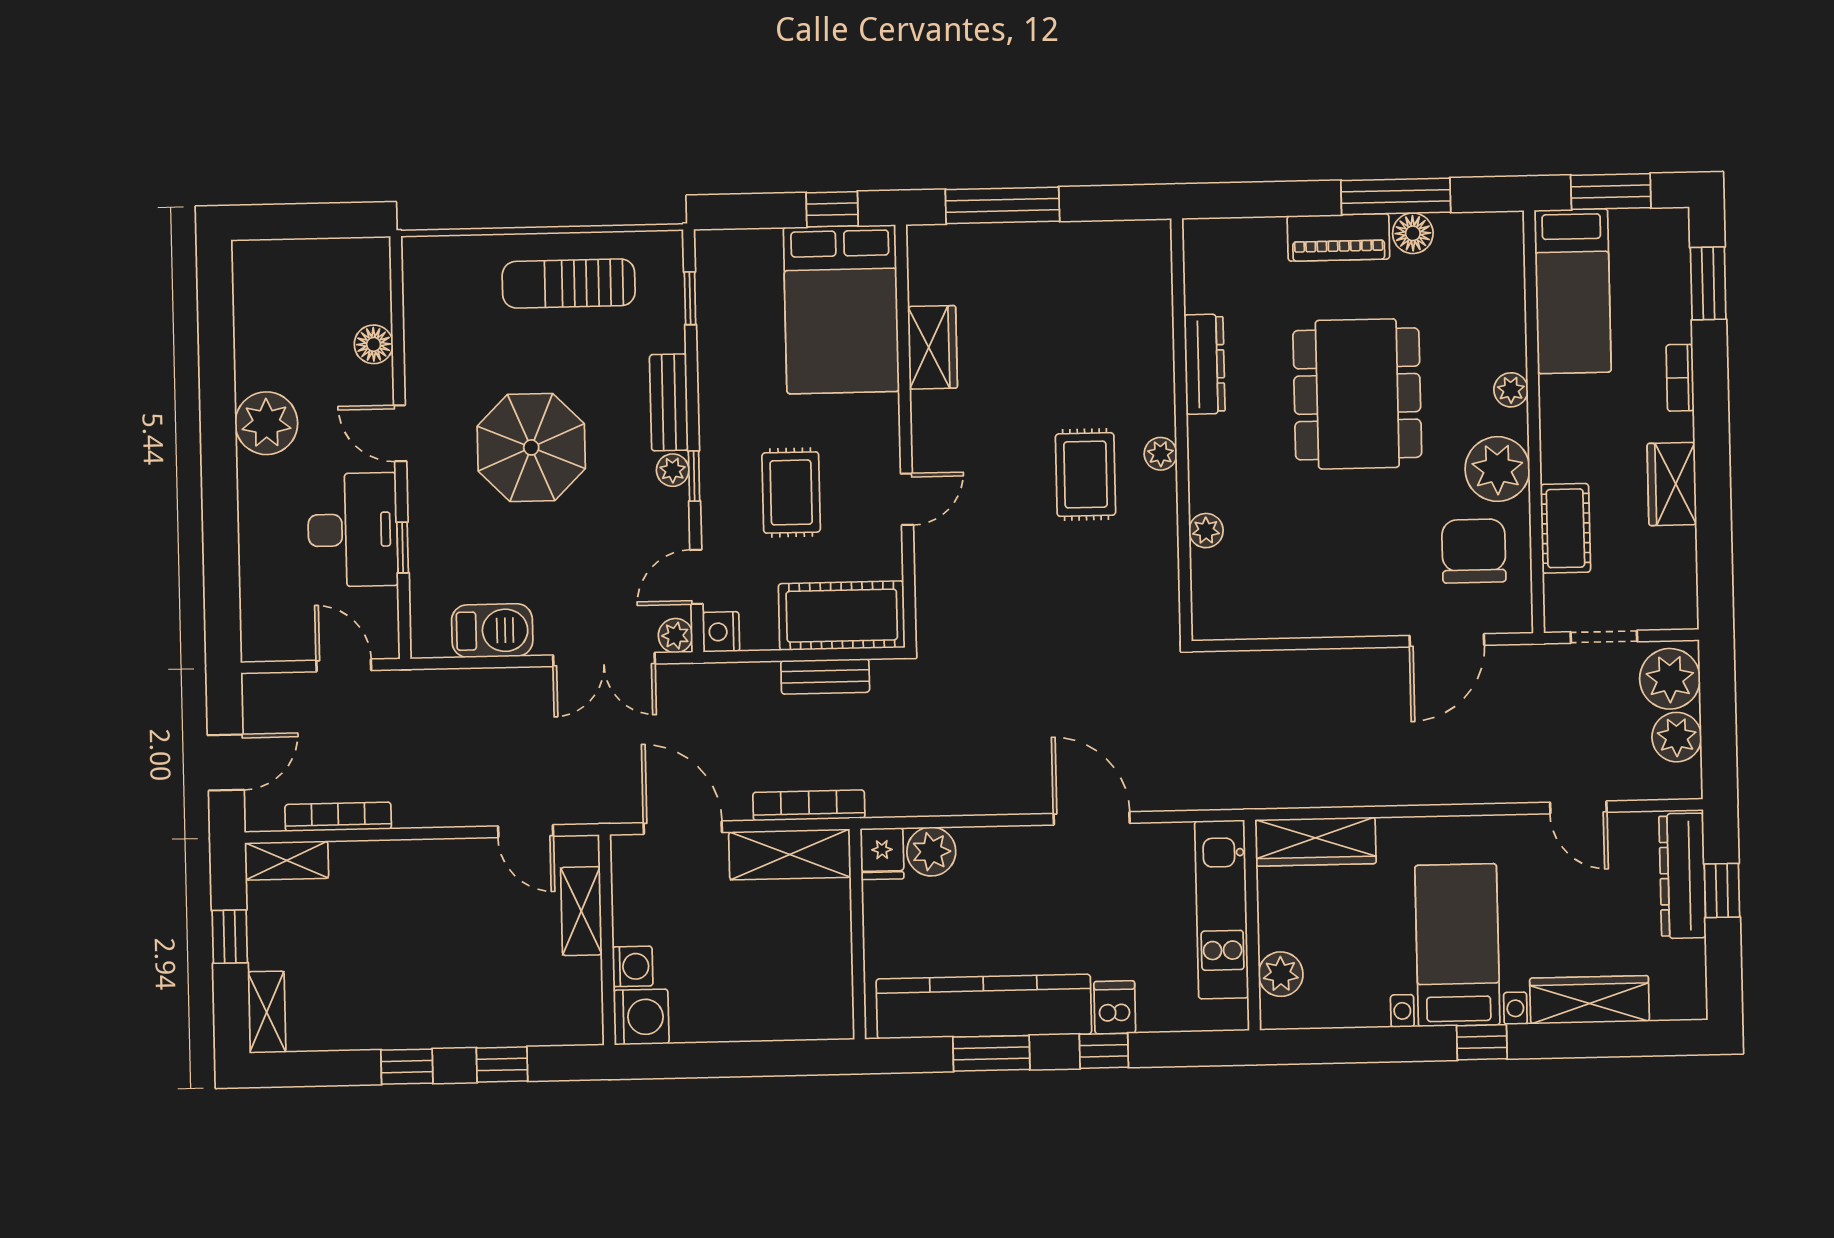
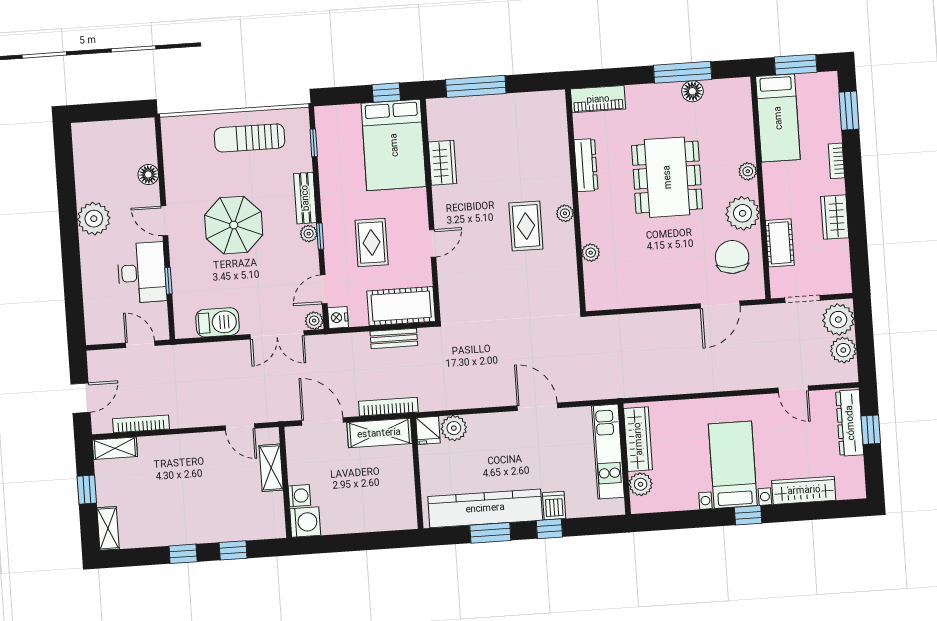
piano: (1338, 237) -> (598, 99), moved
wardrobe: (1316, 842) -> (638, 439), moved, turned -90

